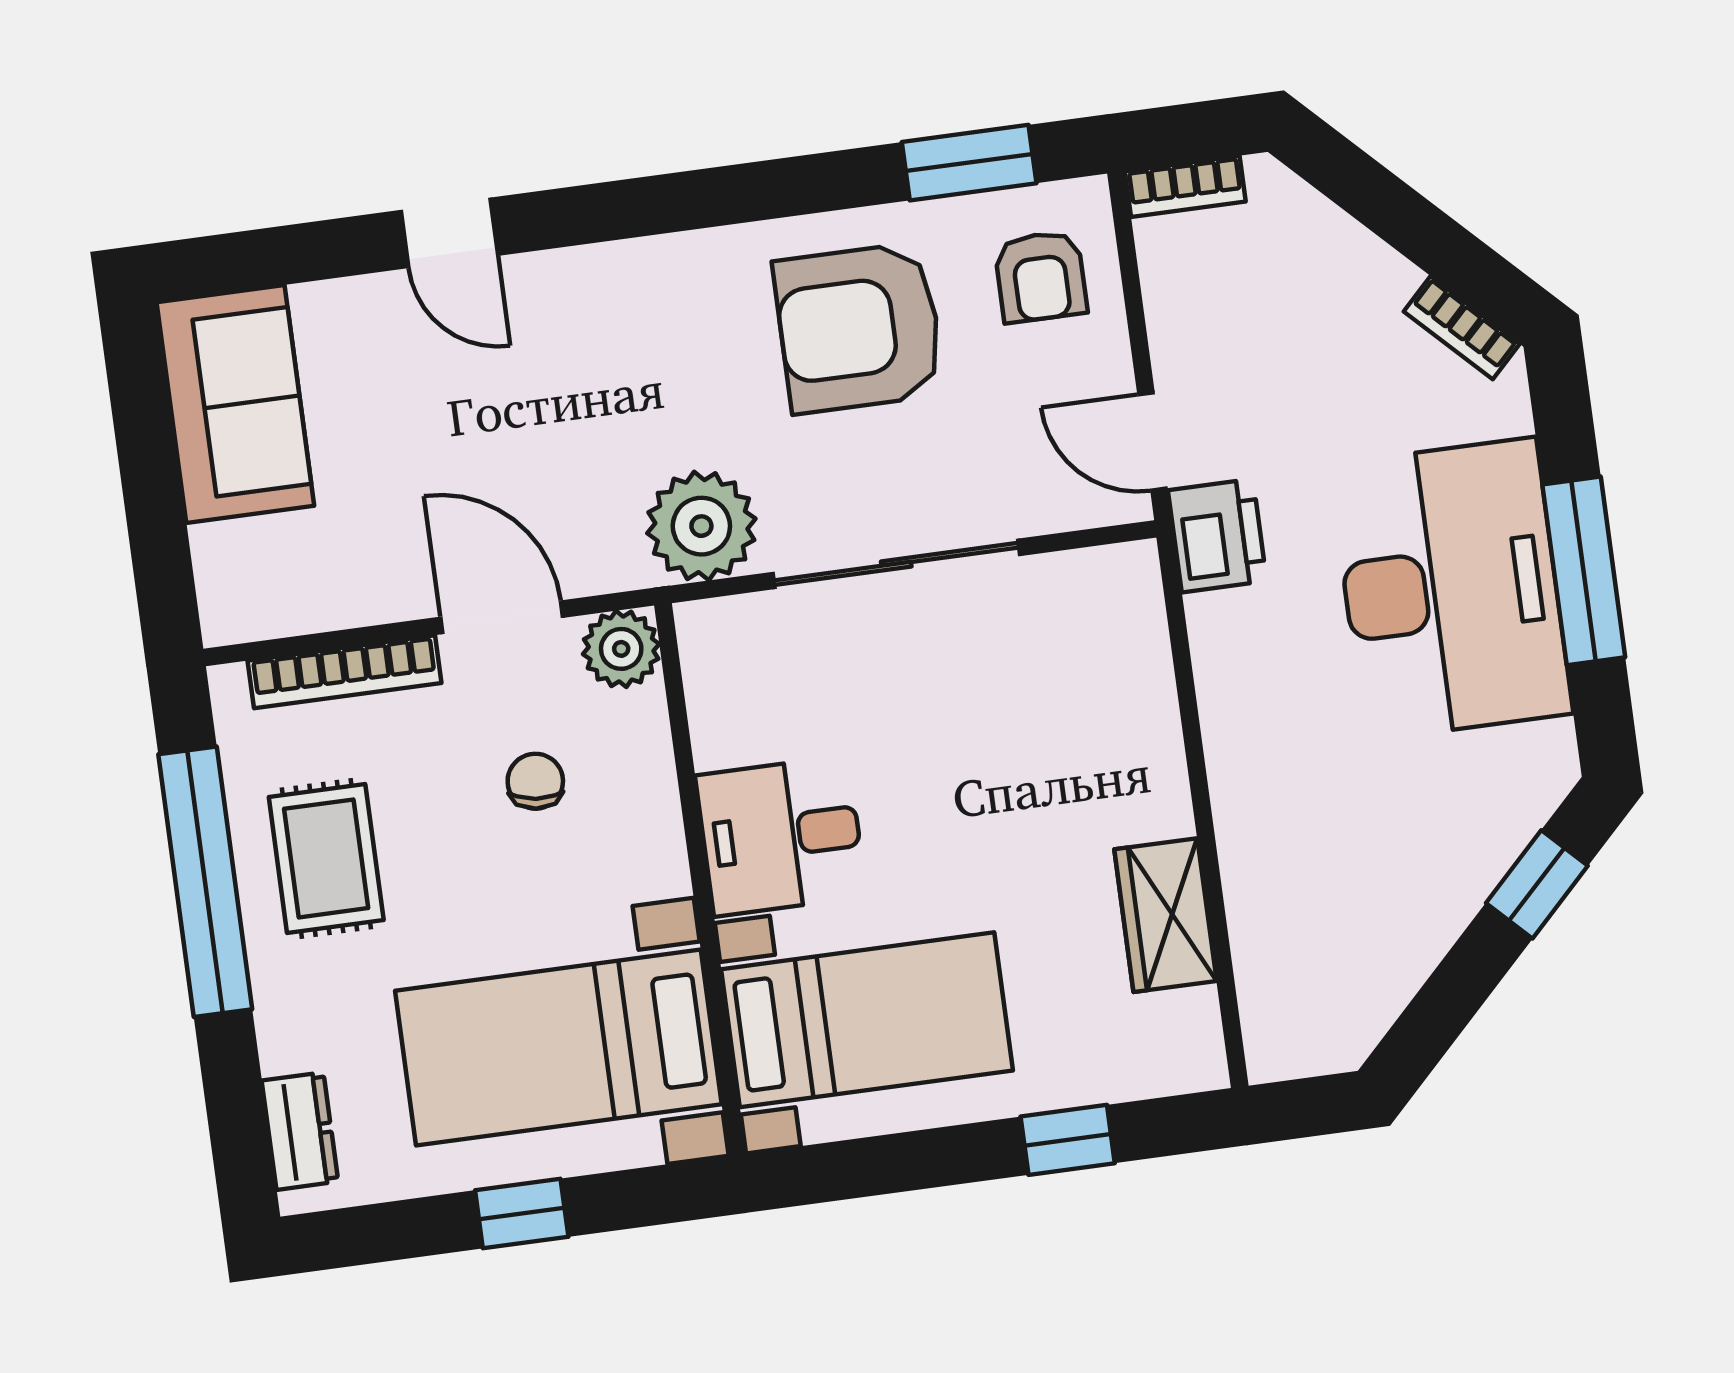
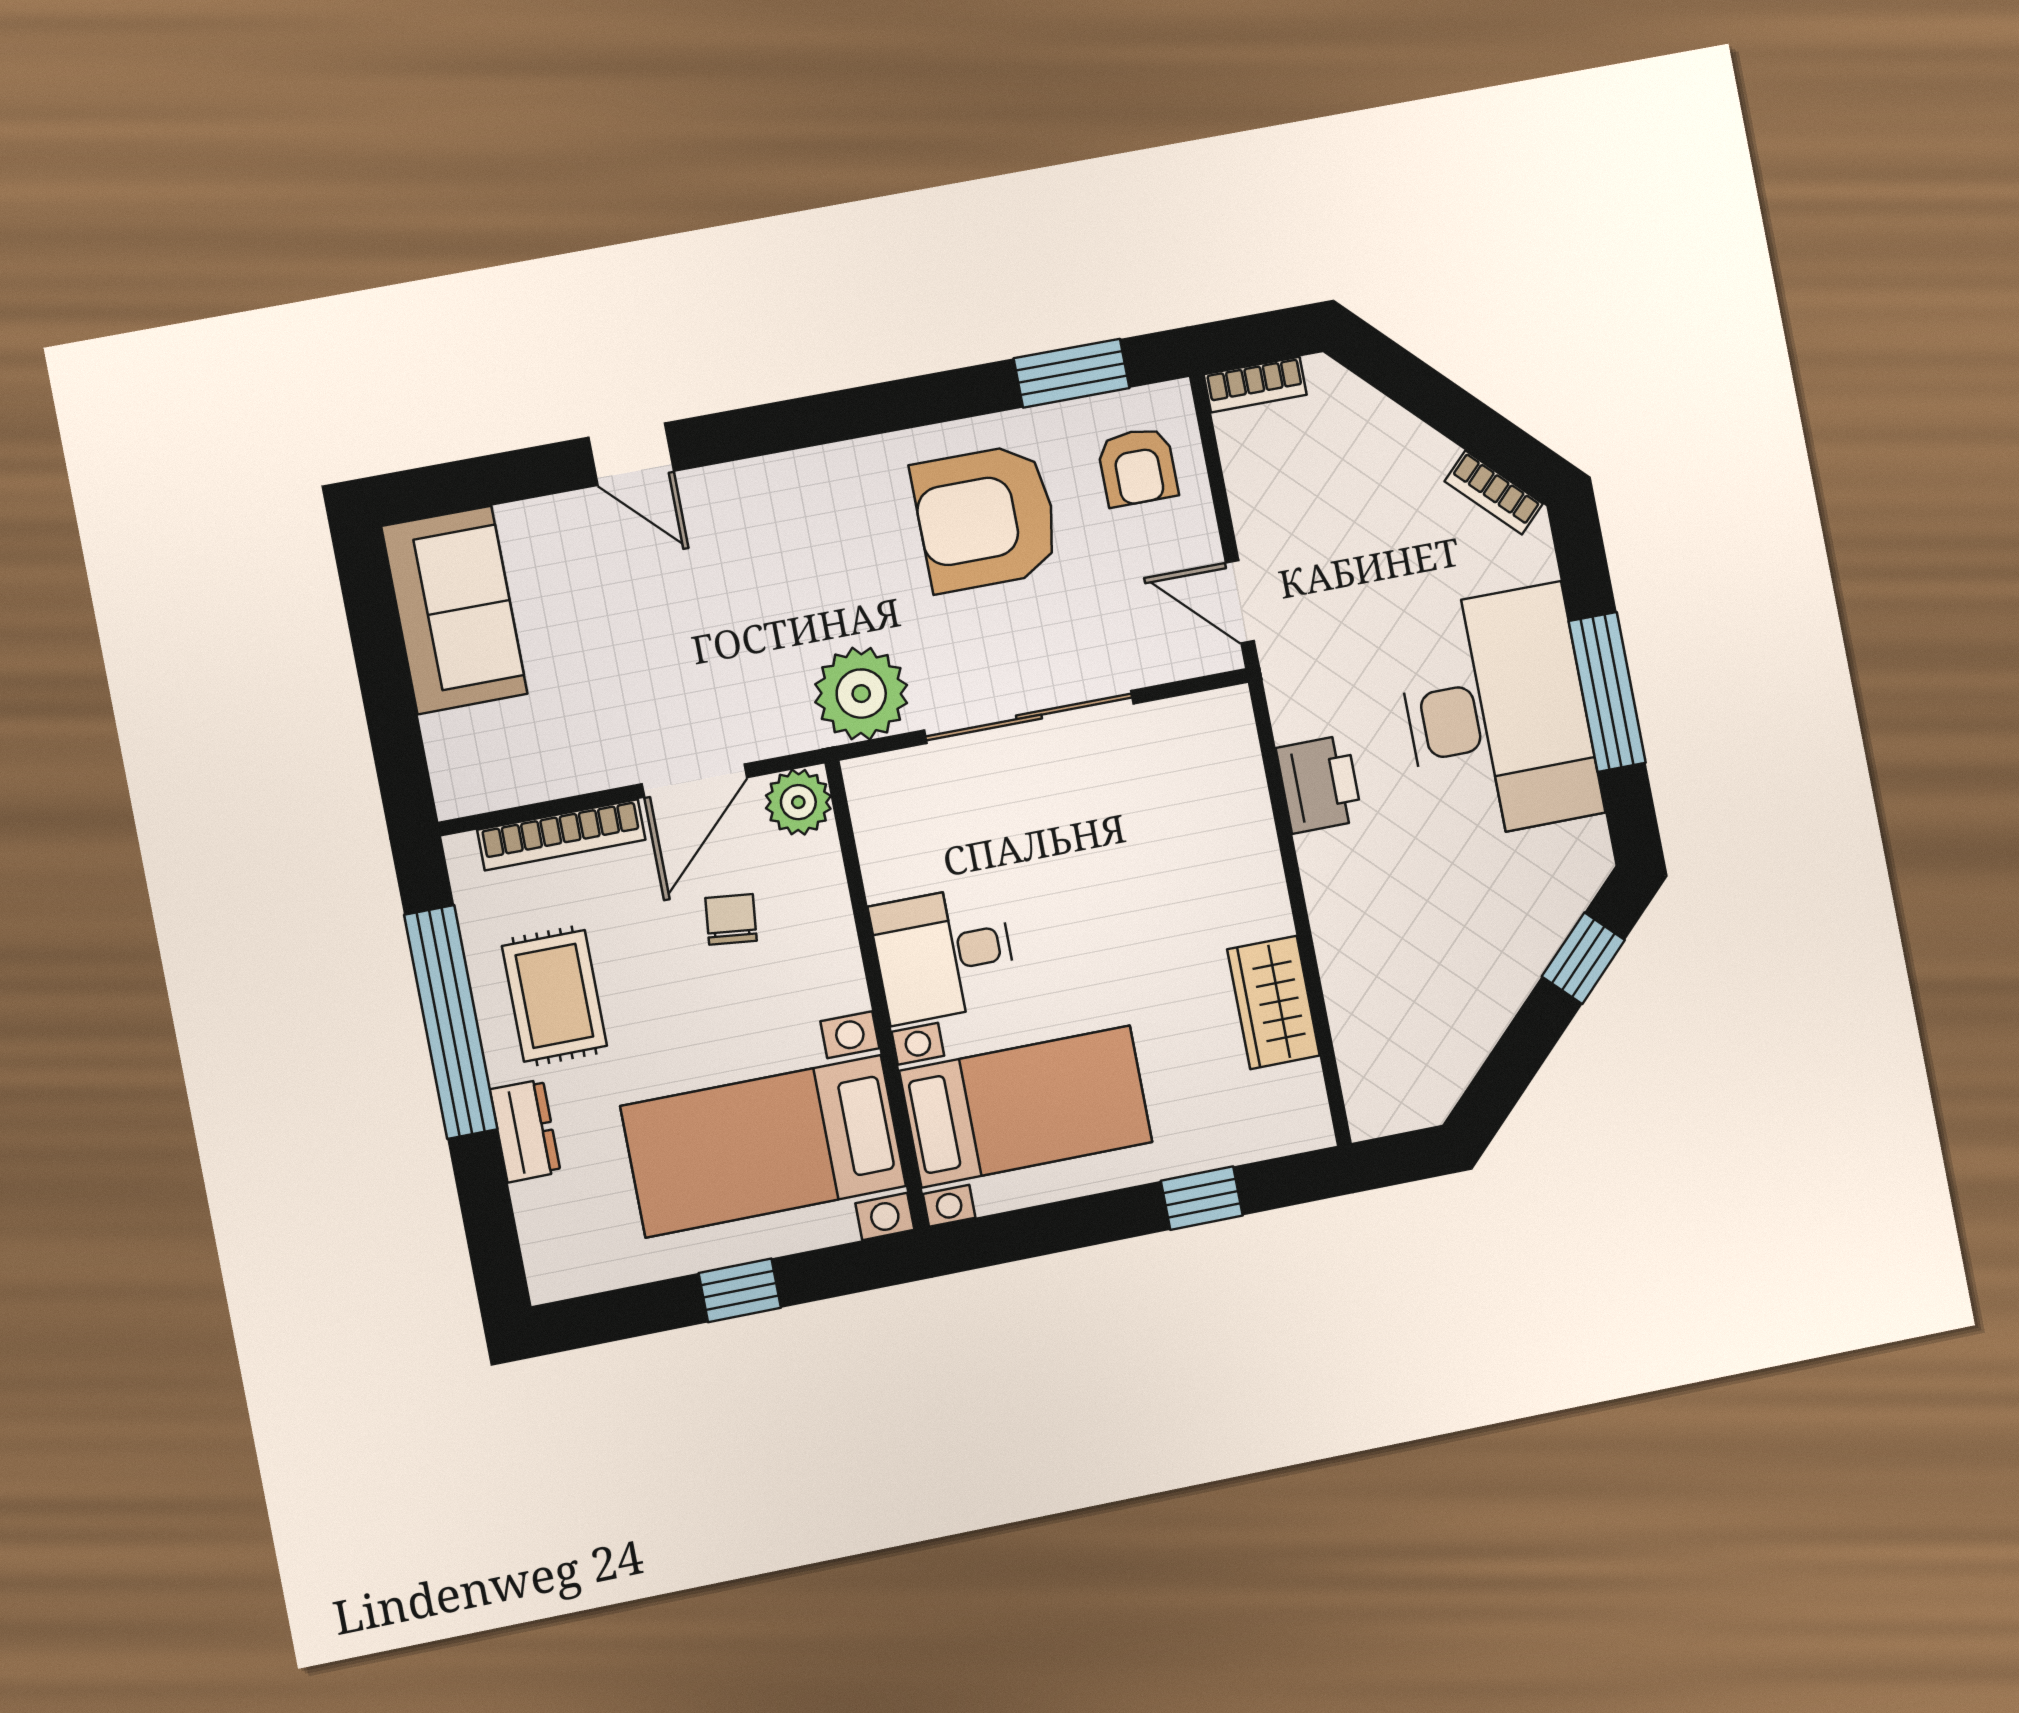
printer: (1217, 536) -> (1319, 784), moved
door: (502, 617) -> (694, 781), swing flipped
dresser: (300, 1131) -> (525, 1131), moved

